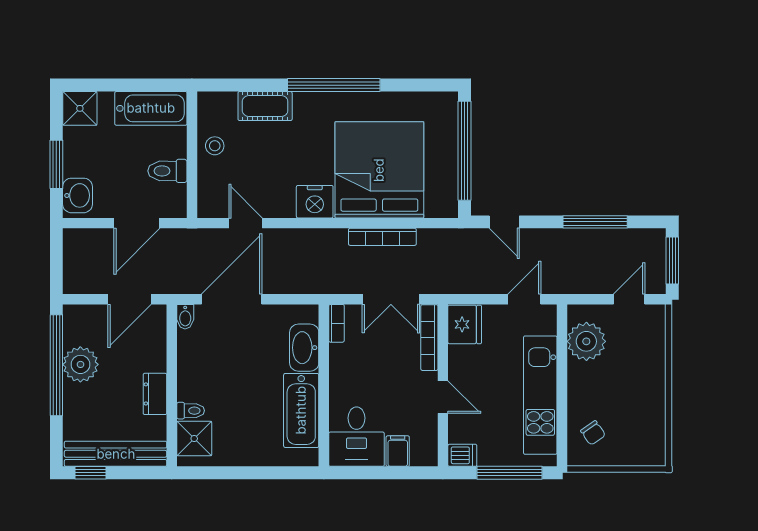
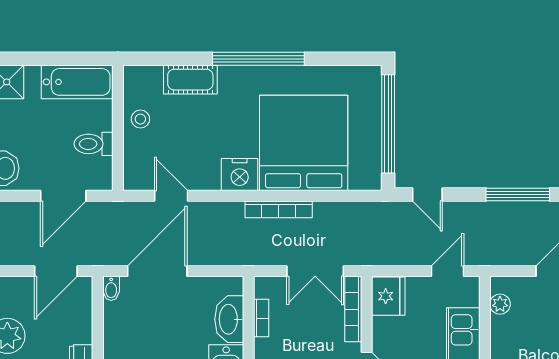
bookcase: (382, 237) -> (279, 209), moved
bookcase: (336, 323) -> (261, 318), moved
plant: (586, 341) -> (500, 304), width x0.53, depth x0.53

